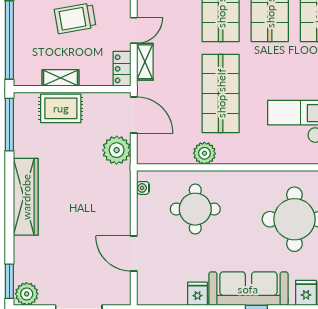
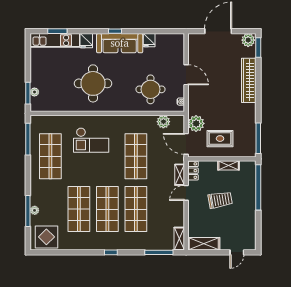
rug: (61, 108) -> (220, 139), moved
plant: (204, 153) -> (163, 122), moved
wardrobe: (26, 197) -> (249, 80), moved
door: (134, 253) -> (186, 75), moved

